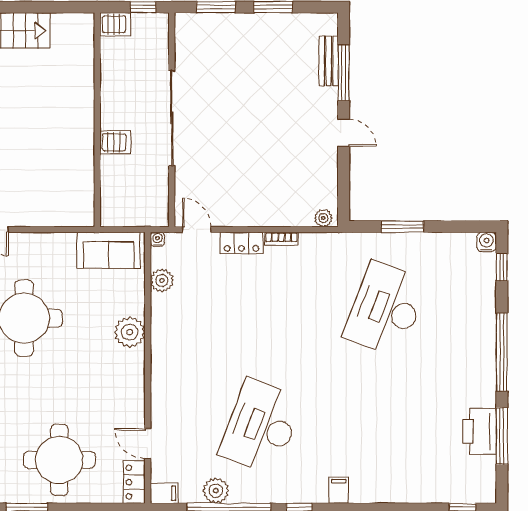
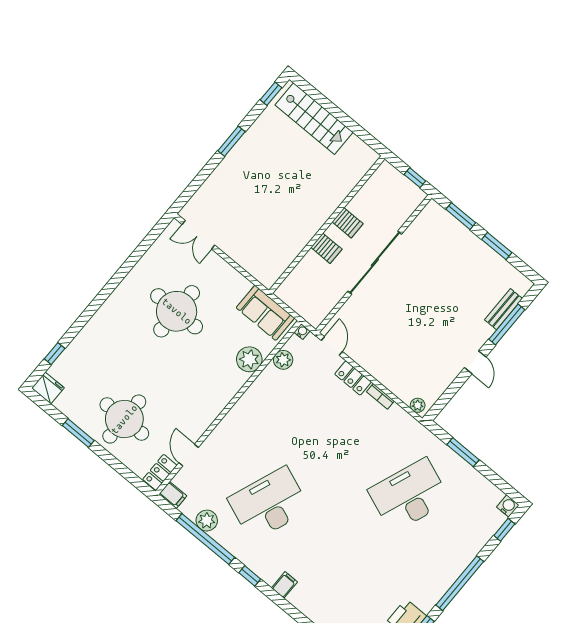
server rack: (115, 24) -> (347, 223), moved
plant: (130, 332) -> (249, 359), moved

